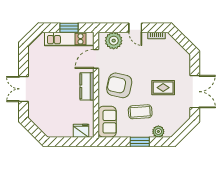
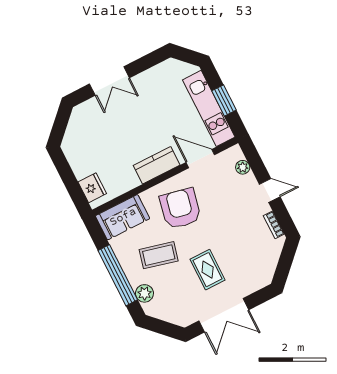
door: (135, 28) -> (270, 191), swing flipped
plant: (114, 41) -> (243, 167), width x0.53, depth x0.53
double door: (24, 89) -> (109, 81), swing flipped
coffee table: (140, 112) -> (159, 255), turned -72
window: (140, 142) -> (118, 275), width x2.11

